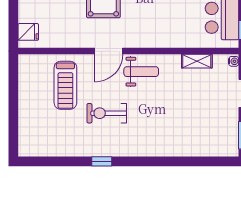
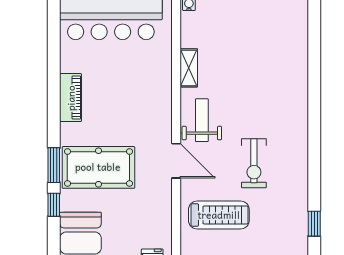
shelving: (197, 61) -> (189, 68), moved
window: (102, 161) -> (314, 224), moved

